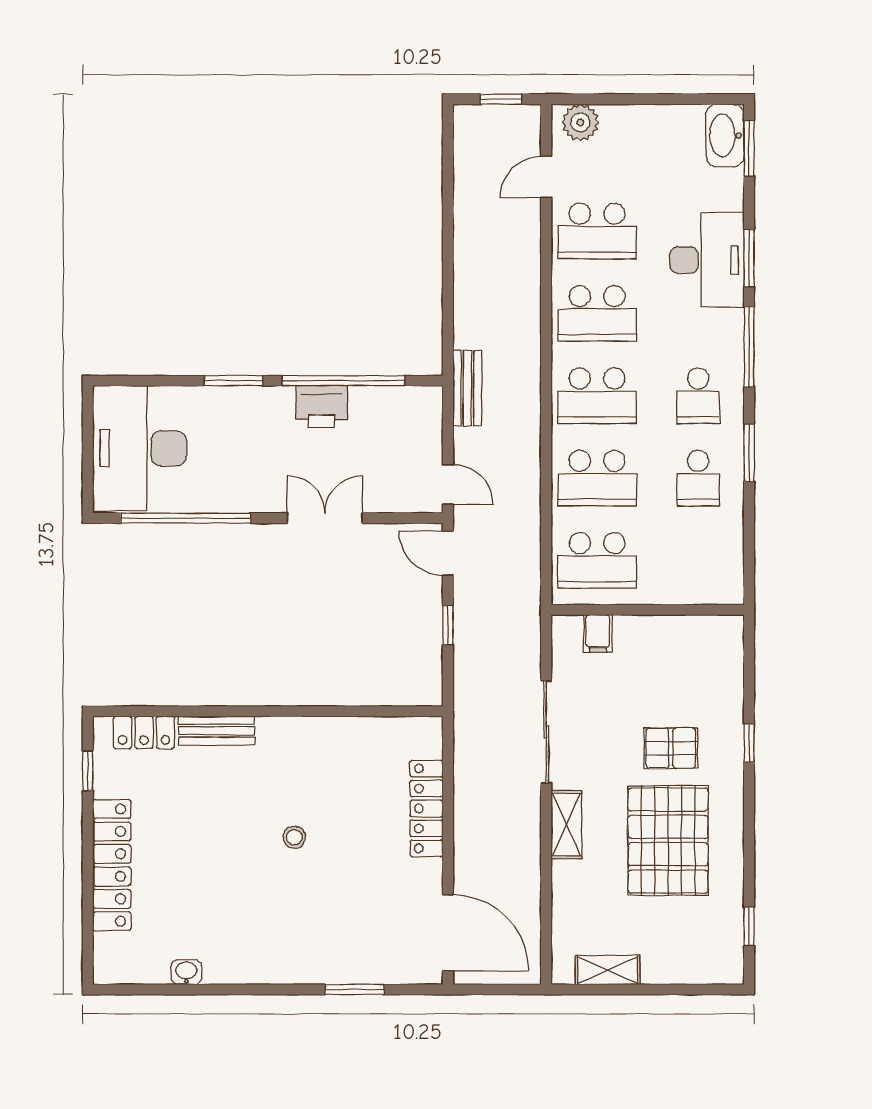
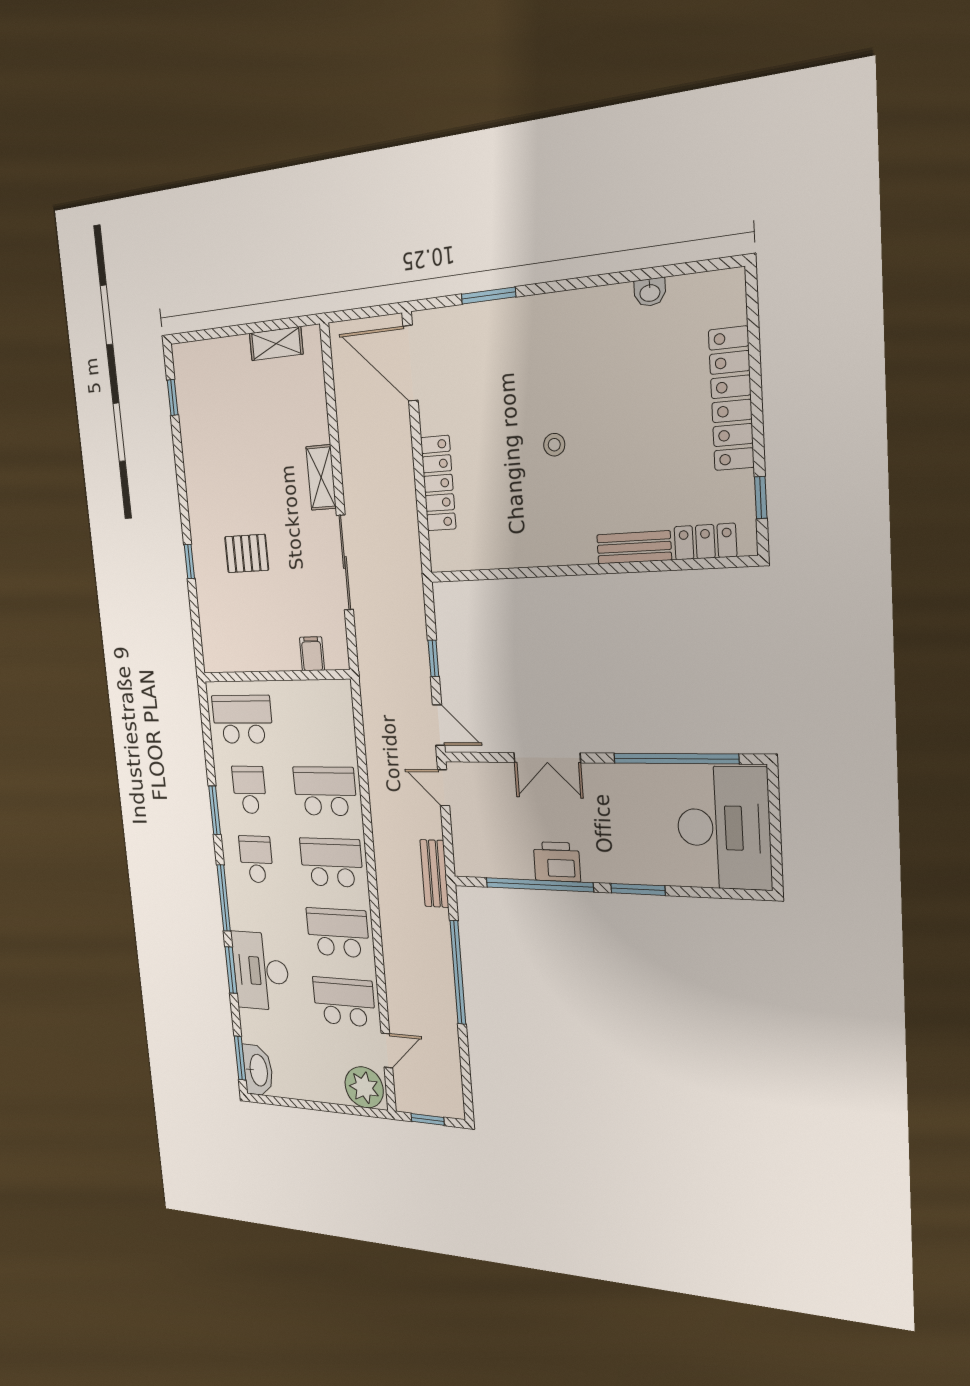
plant: (580, 122) -> (364, 1087), width x1.36, depth x1.36
window: (448, 277) -> (458, 972), added
school desk: (597, 560) -> (242, 719), moved
pallet: (668, 841) -> (241, 470), removed

